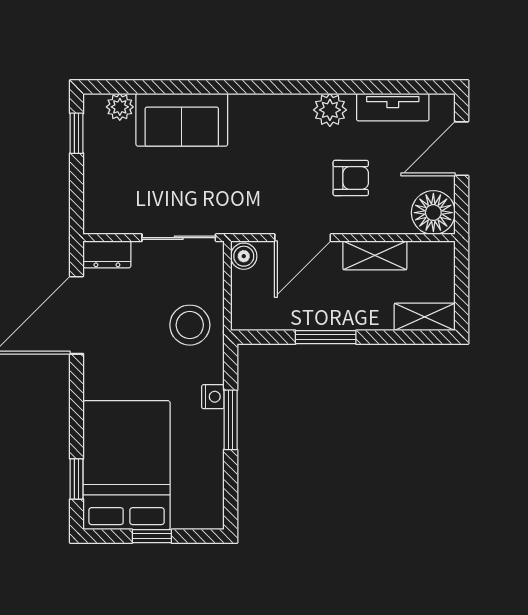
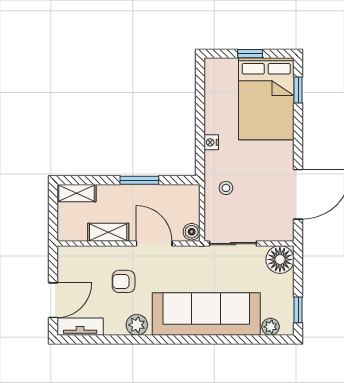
tv unit: (393, 107) -> (80, 327), moved
sofa: (182, 120) -> (206, 314), width x1.85, depth x1.27
floor lamp: (433, 213) -> (280, 260), moved
door: (303, 238) -> (154, 244), hinge flipped
dresser: (107, 254) -> (279, 233), removed
stool: (190, 325) -> (226, 188), width x0.53, depth x0.53
window: (231, 420) -> (200, 128), removed

